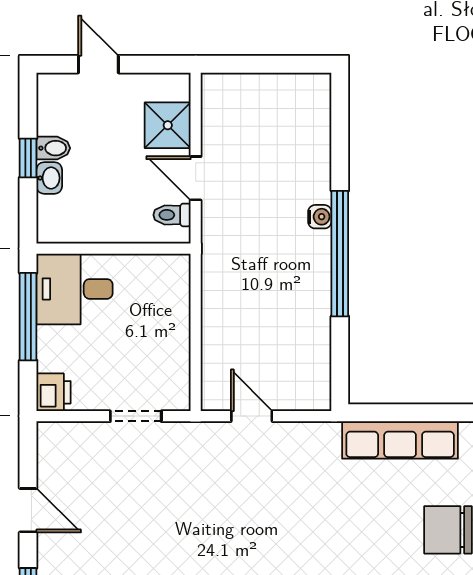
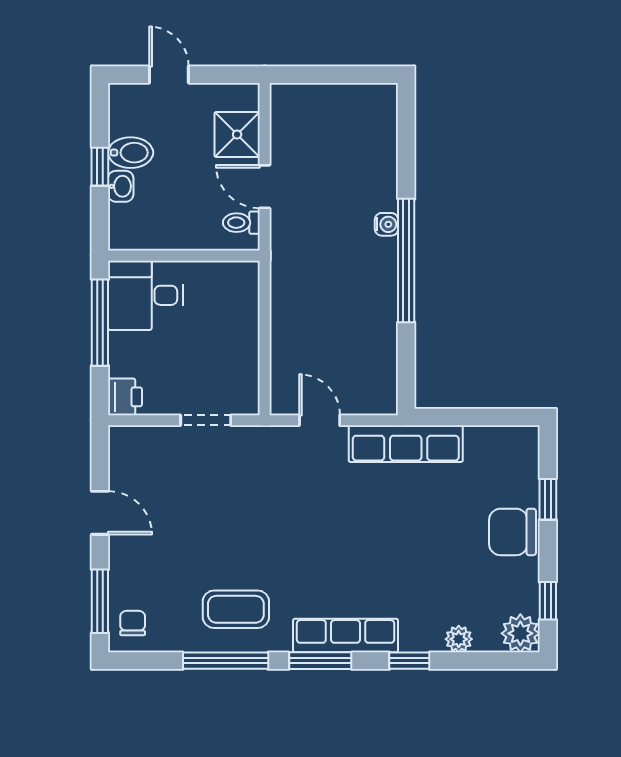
bidet: (53, 148) -> (131, 153), width x1.38, depth x1.36
row of seats: (400, 440) -> (406, 444), moved

